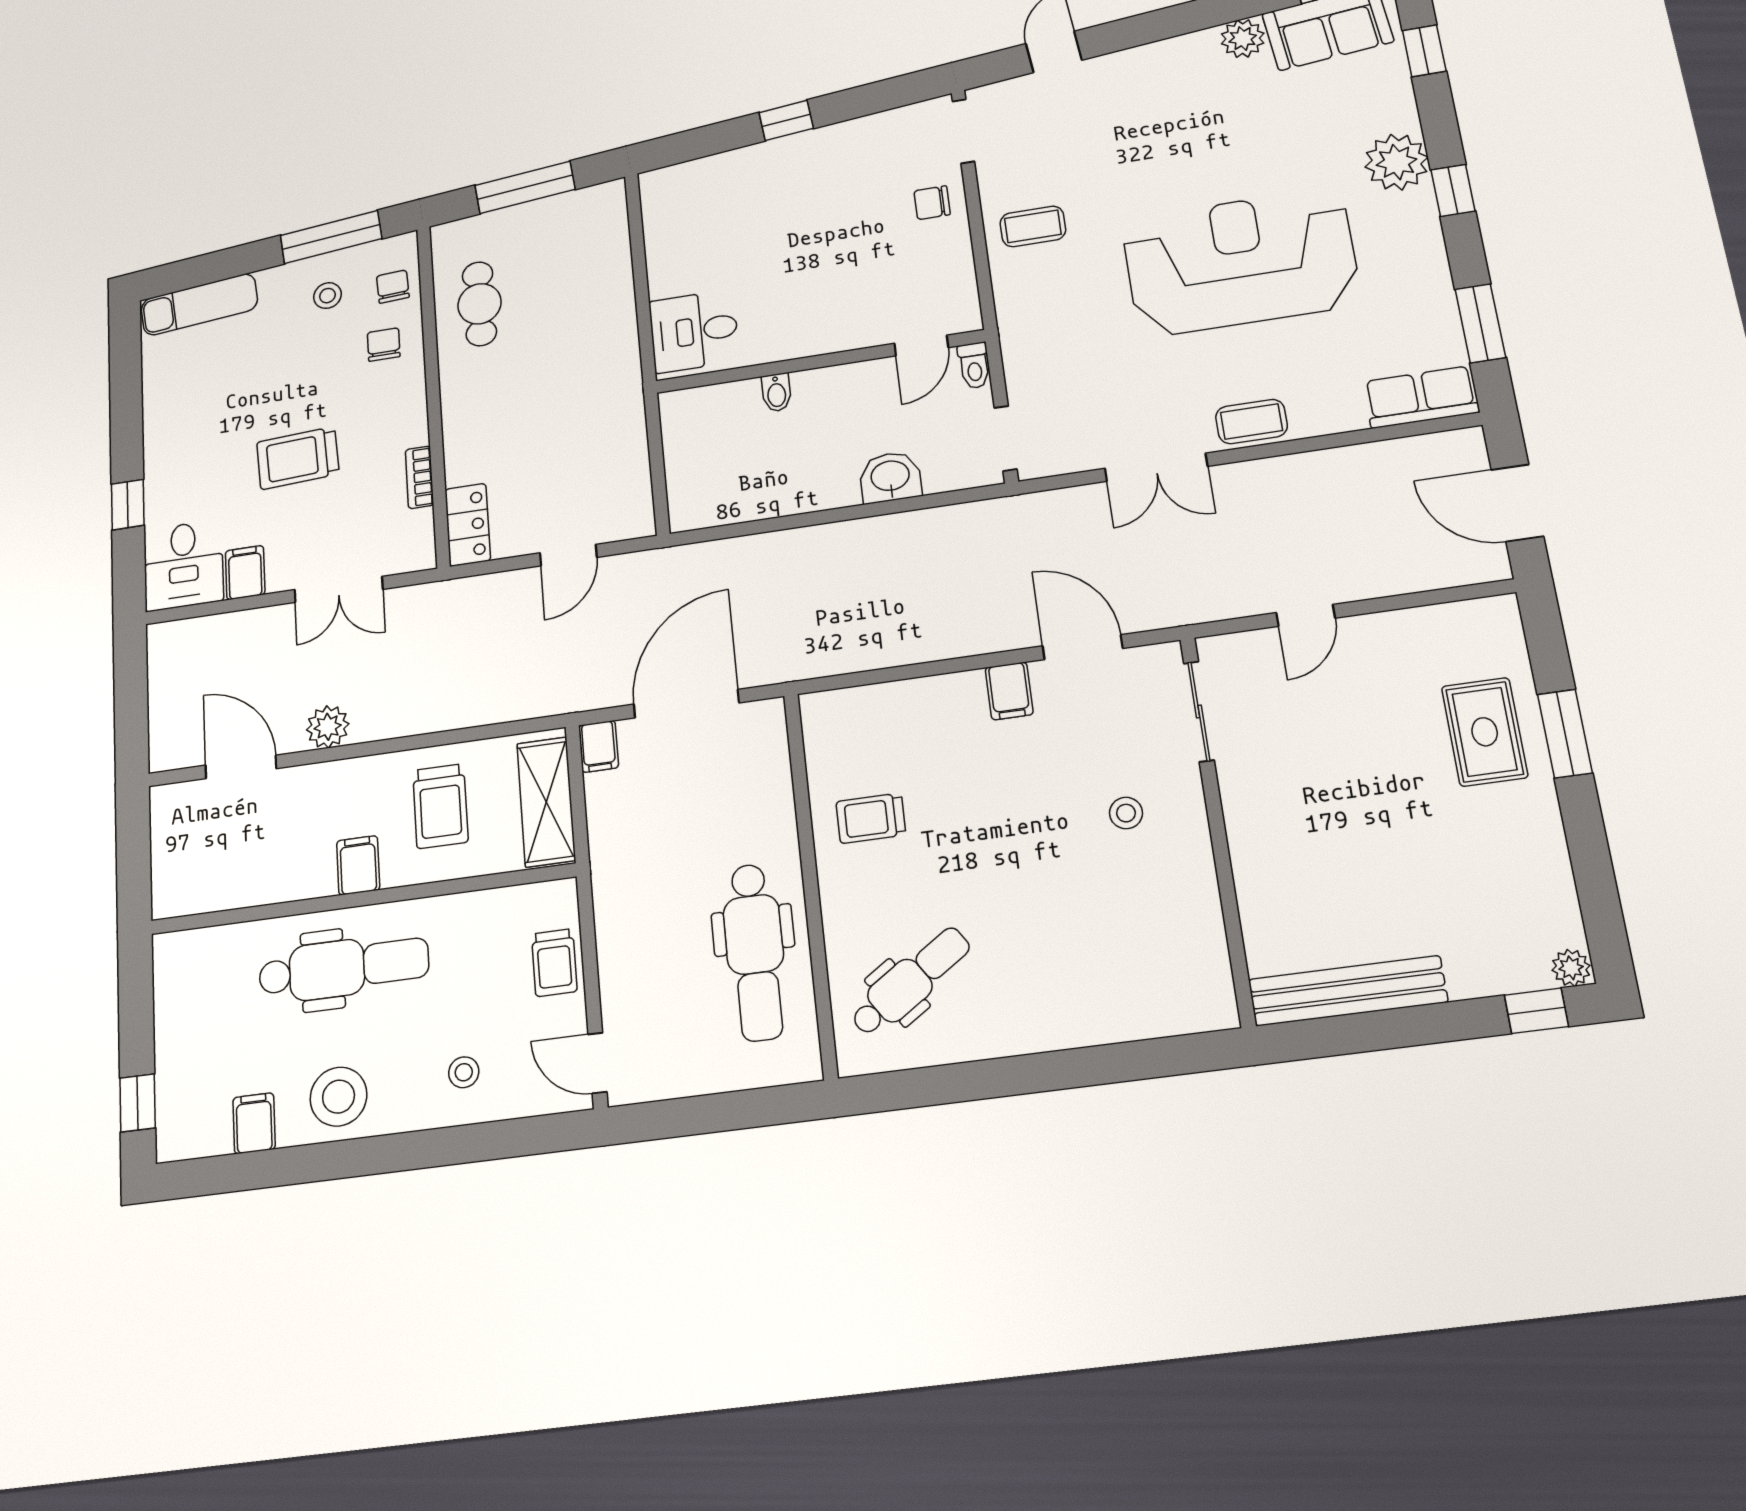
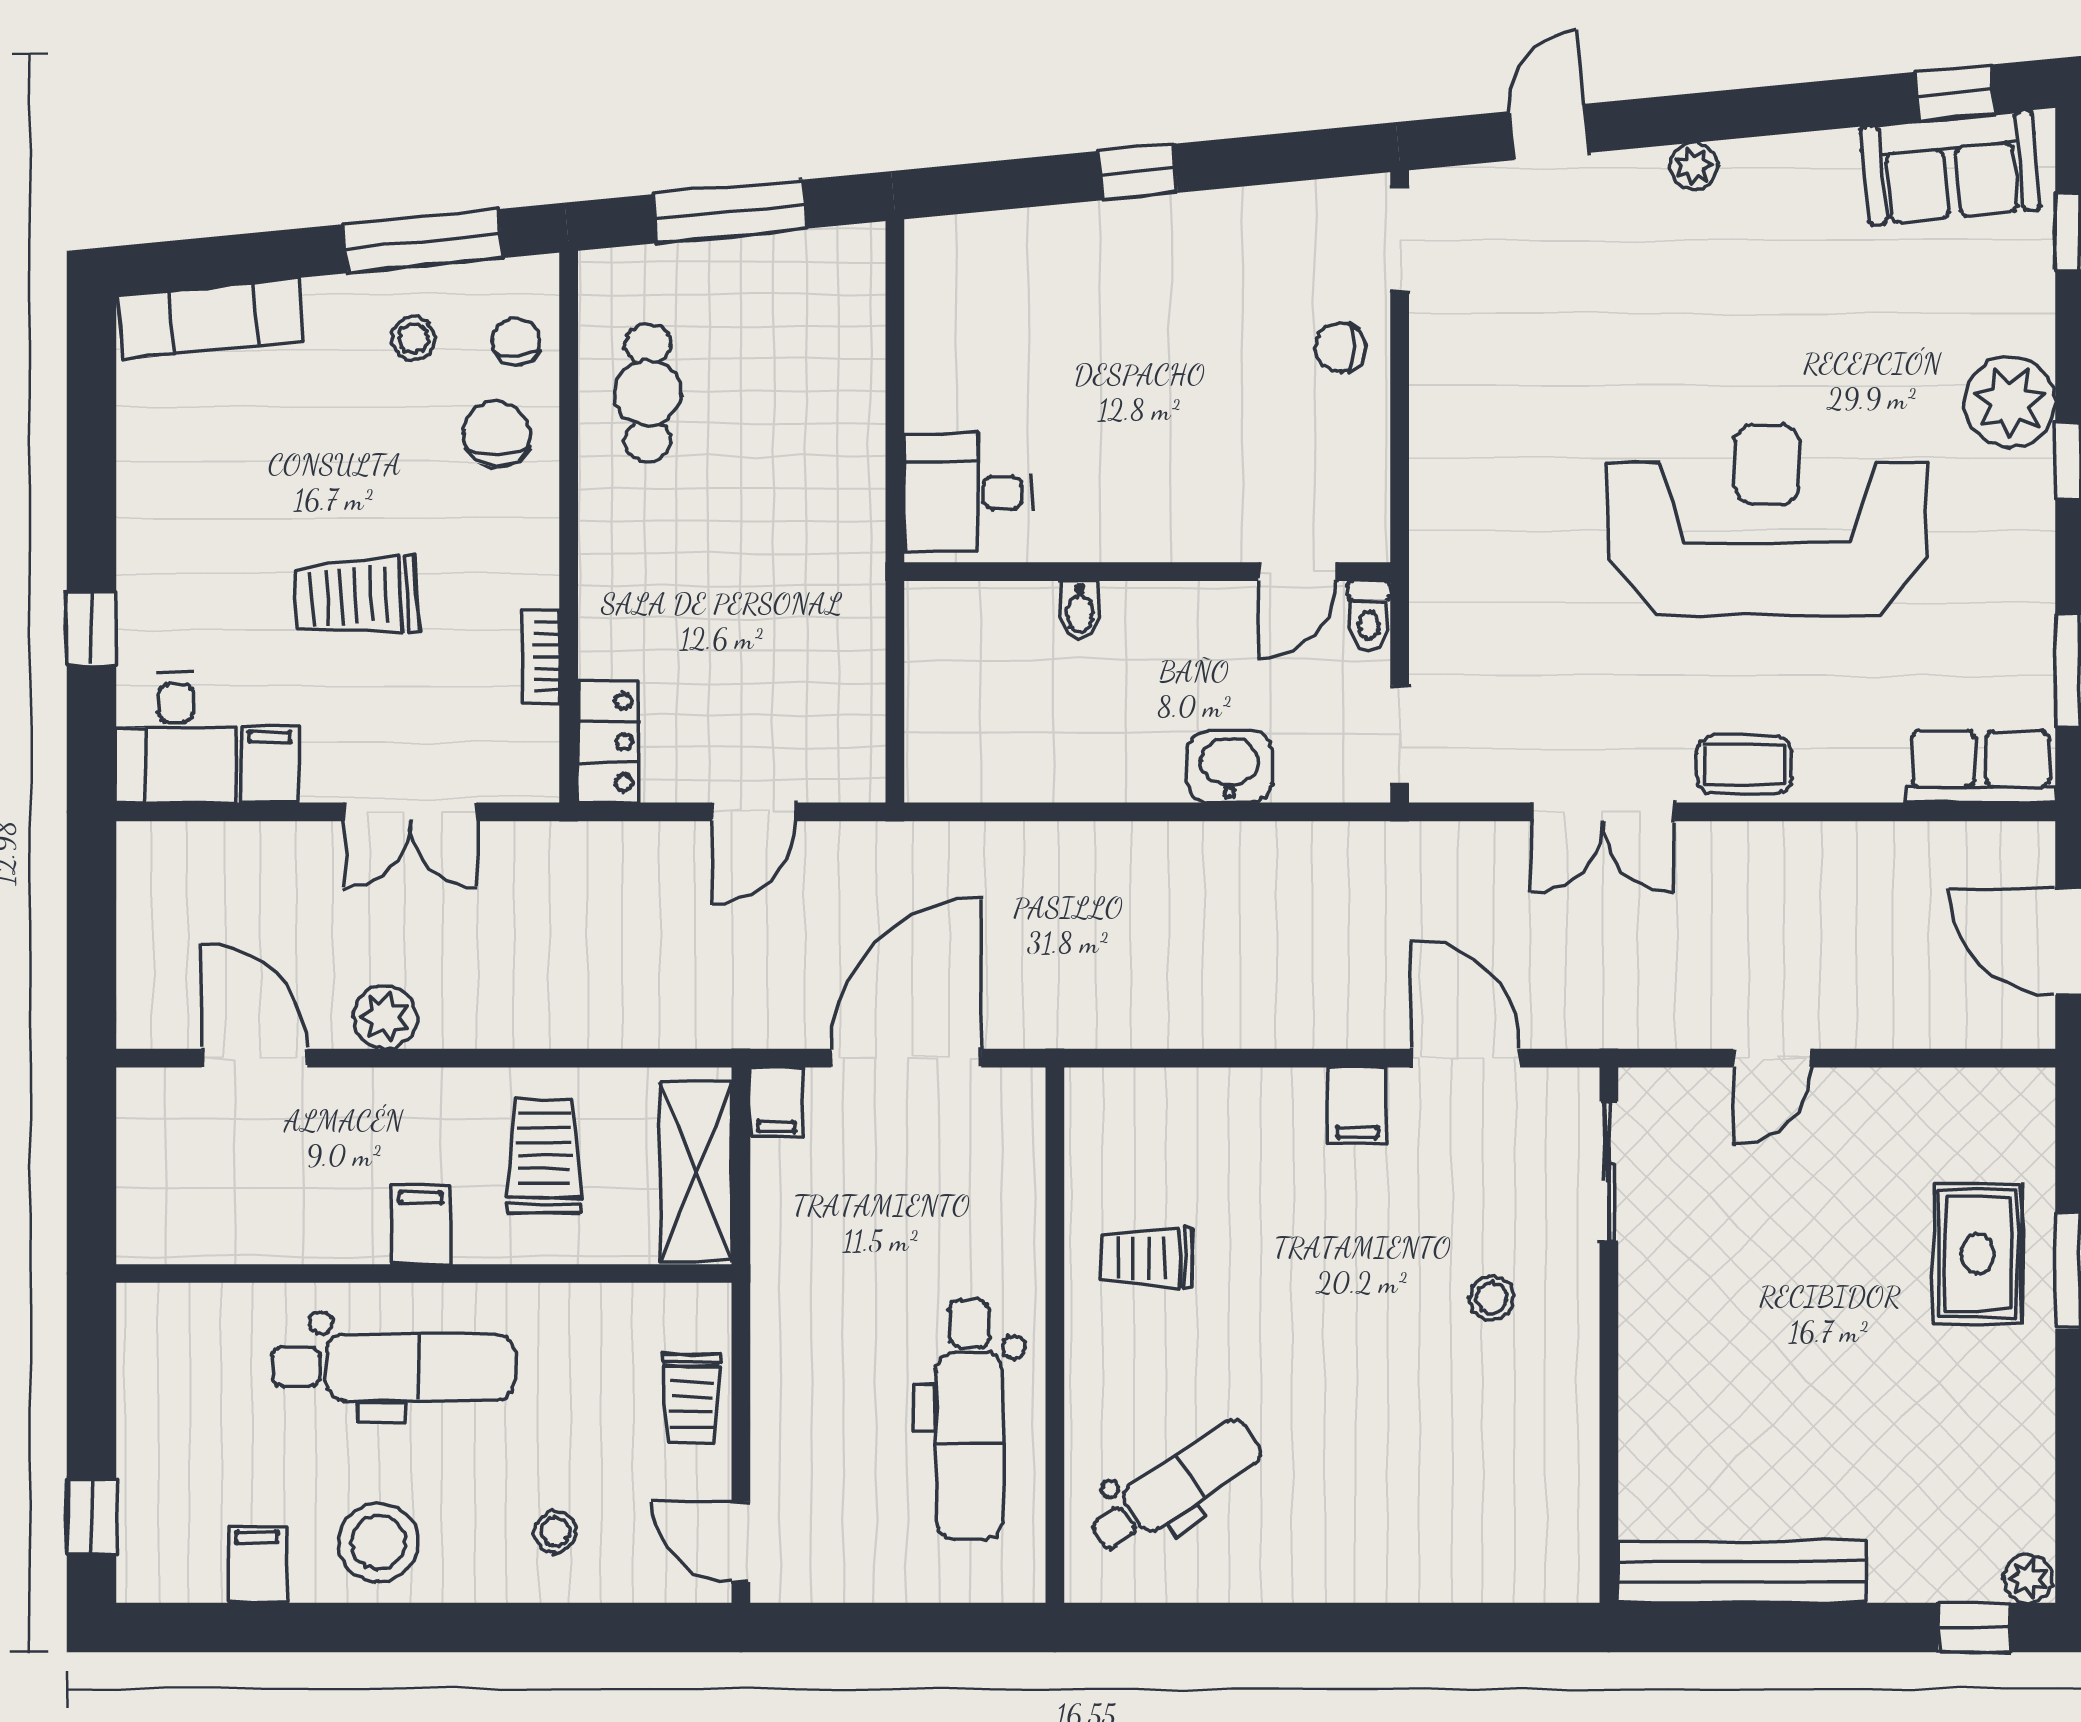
plant: (1243, 39) -> (1694, 166), moved, width x0.73, depth x0.73
coffee table: (1033, 226) -> (1481, 412), removed
chair: (384, 345) -> (497, 434), width x1.37, depth x1.37
trolley: (440, 806) -> (544, 1156), turned 180

